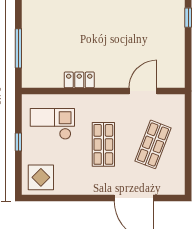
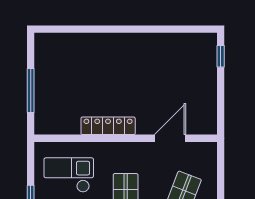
locker: (79, 80) -> (108, 126), width x1.53

